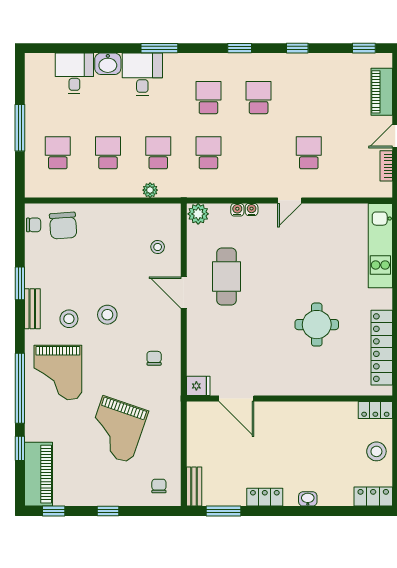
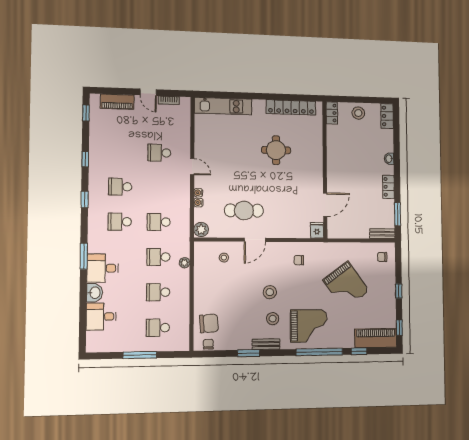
grand piano: (117, 429) -> (346, 285), turned 35

